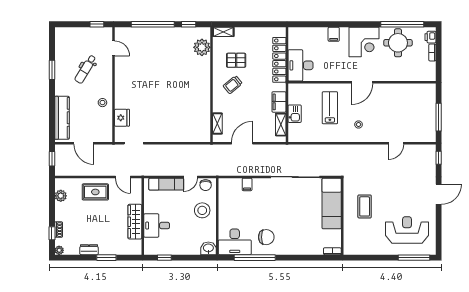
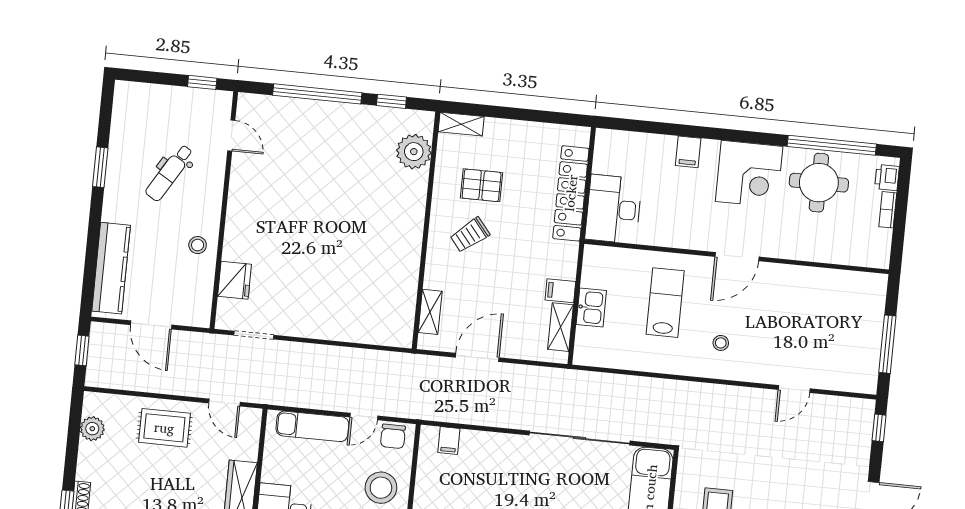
filing cabinet: (279, 102) -> (560, 291), width x0.50
filing cabinet: (247, 184) -> (449, 441), moved

